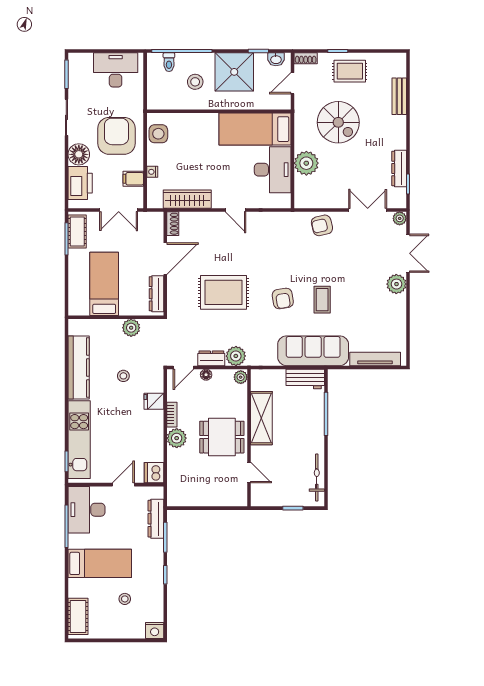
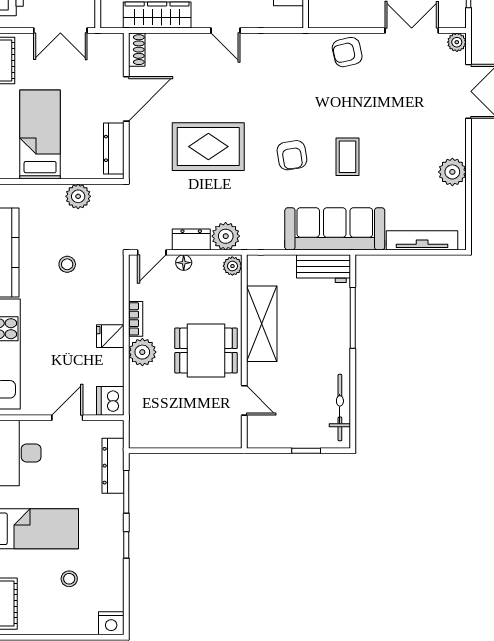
plant: (396, 284) -> (452, 172), moved
fridge: (154, 401) -> (110, 336), moved

